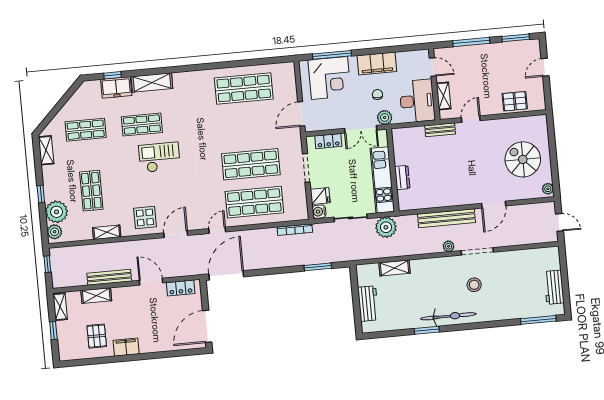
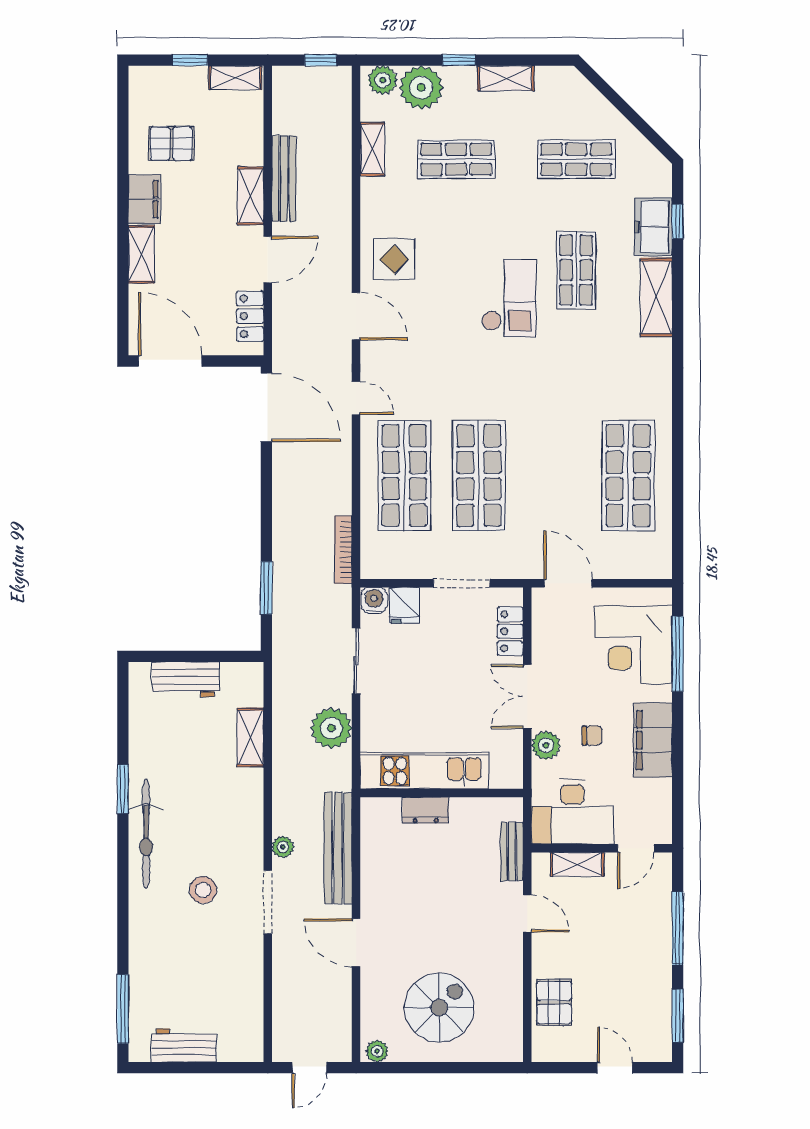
shop shelf: (86, 130) -> (576, 159), turned 90
shelving: (46, 150) -> (506, 78), moved
wall: (393, 170) -> (442, 793), moved
dresser: (402, 178) -> (426, 810), moved
kitchen unit: (382, 180) -> (424, 771), moved
shelving: (107, 232) -> (372, 149), moved
shelving: (96, 296) -> (251, 196), moved
shelving: (154, 346) -> (141, 254), added

